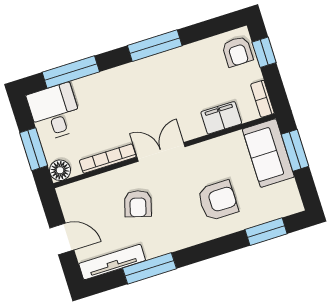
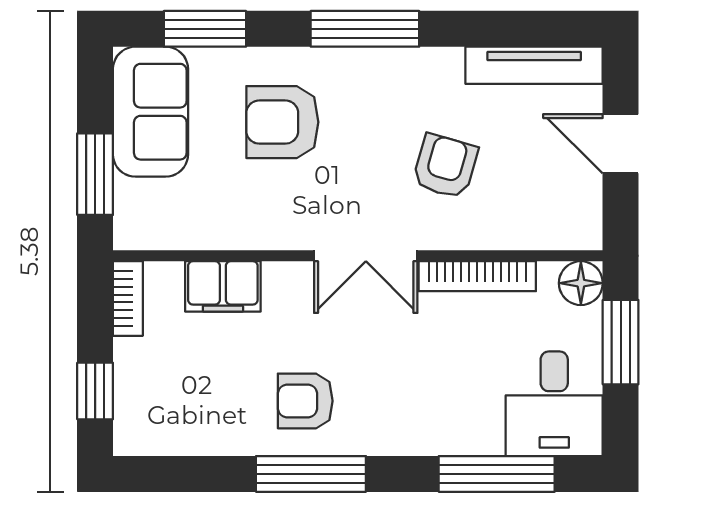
armchair: (237, 52) -> (305, 401), moved, turned -90
sofa: (268, 153) -> (151, 112), moved
window: (149, 268) -> (365, 29), moved

